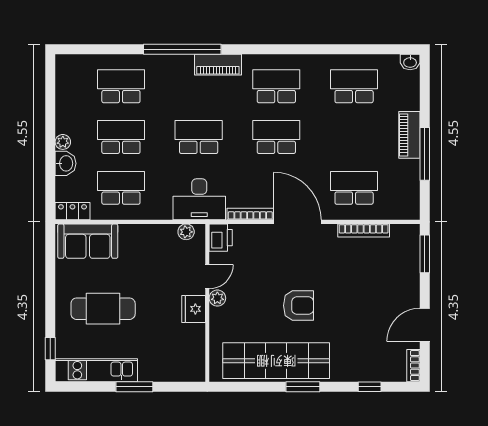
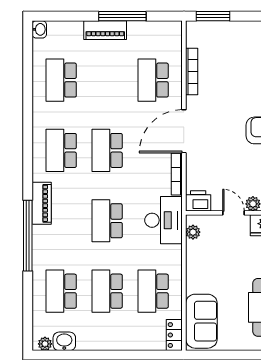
plant: (63, 142) -> (45, 344), moved
washbasin: (66, 163) -> (64, 341), moved

